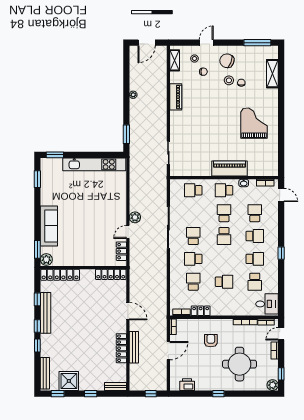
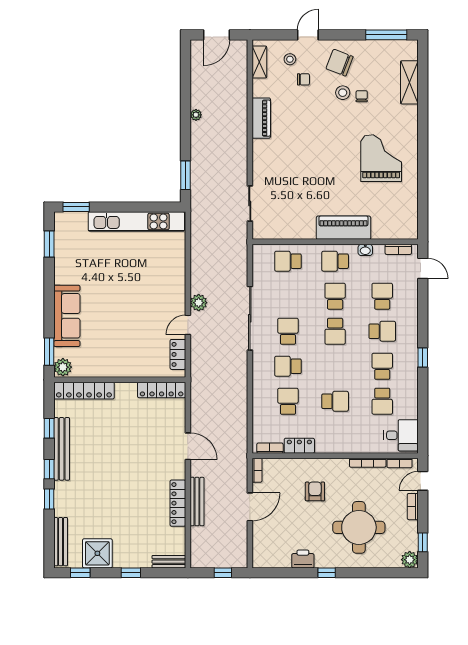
school desk: (255, 259) -> (382, 366), turned -90
printer: (187, 385) -> (303, 559), moved

